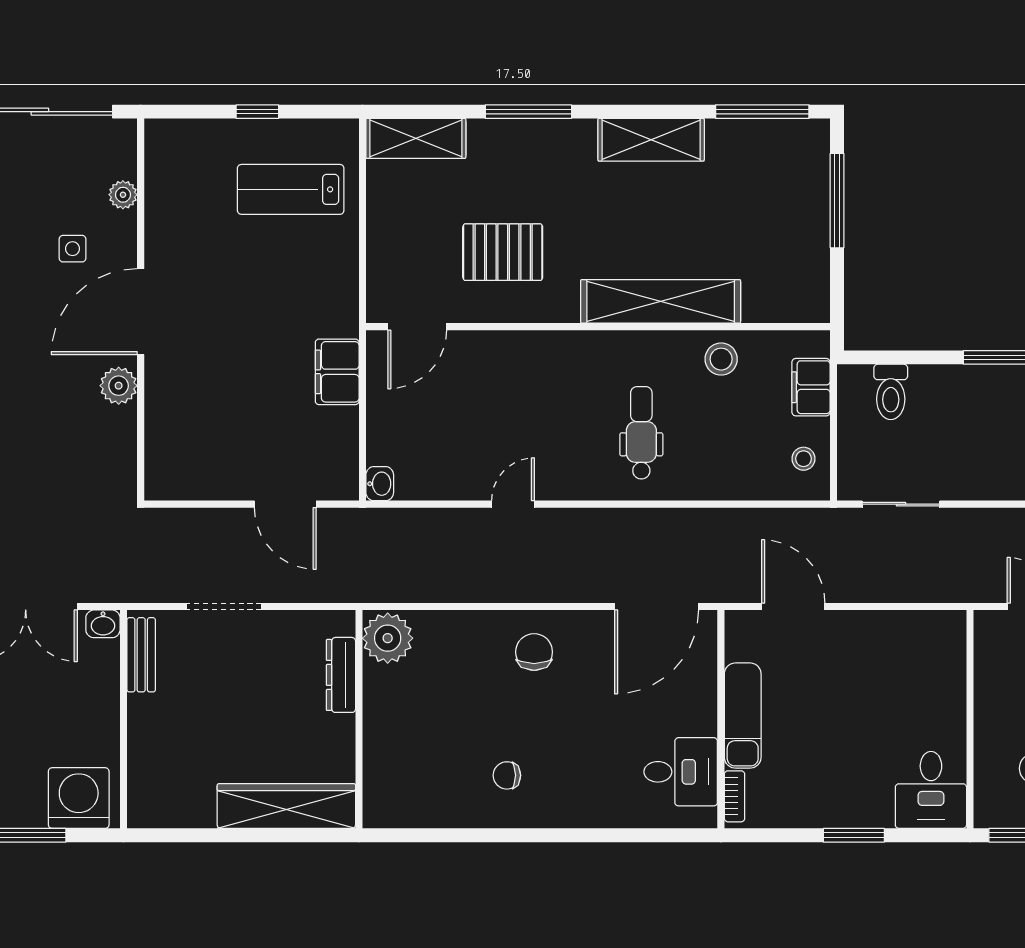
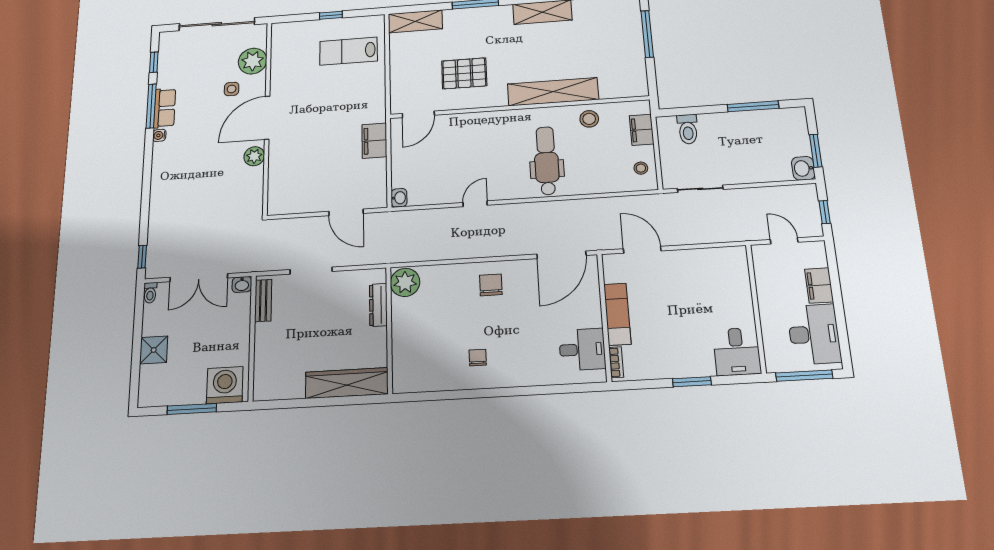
plant: (123, 195) -> (253, 61), width x1.87, depth x1.87
dental chair: (641, 433) -> (546, 161), width x1.36, depth x1.38
chair: (507, 775) -> (478, 358), turned 90

